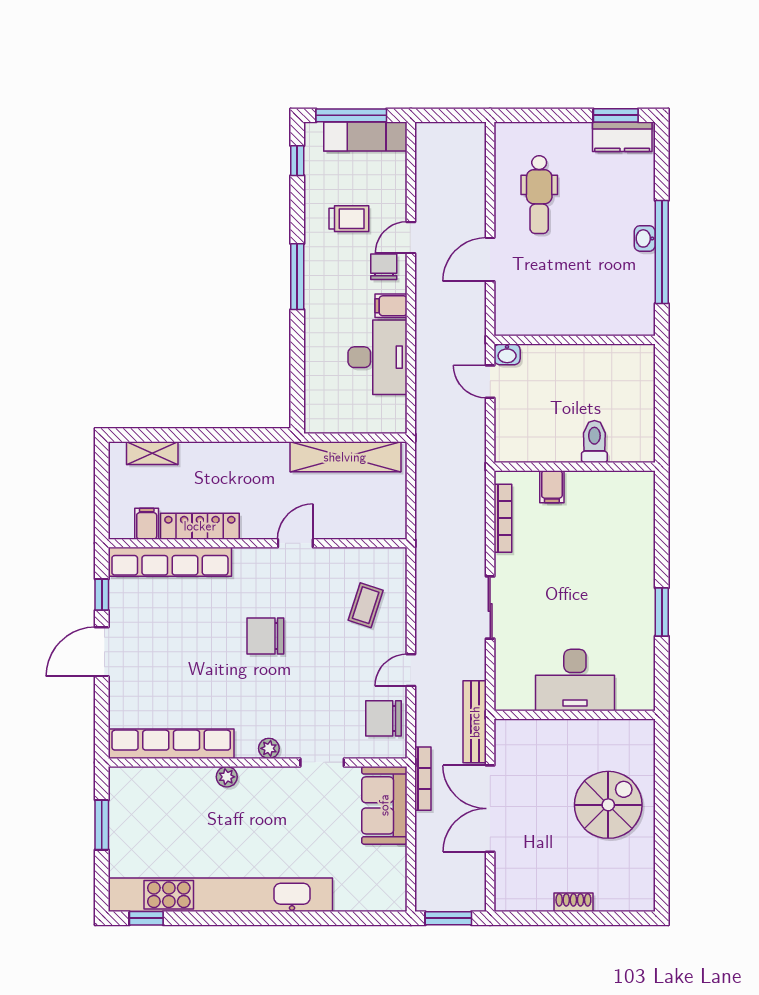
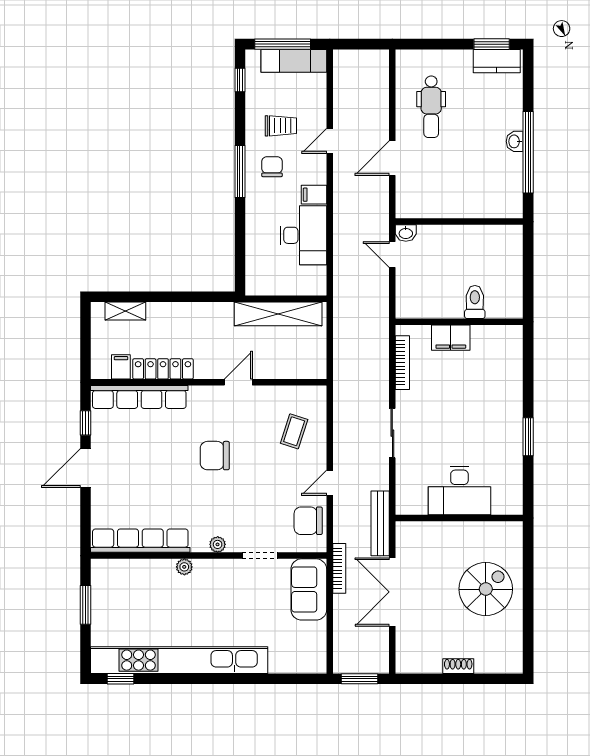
chair: (384, 267) -> (272, 167), moved
filing cabinet: (552, 487) -> (451, 338), width x2.00

